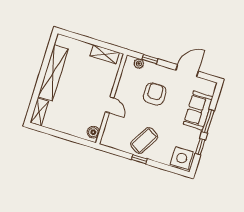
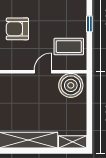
boiler: (93, 132) -> (71, 85), width x1.86, depth x1.86
coffee table: (144, 140) -> (69, 47), moved, turned -30

